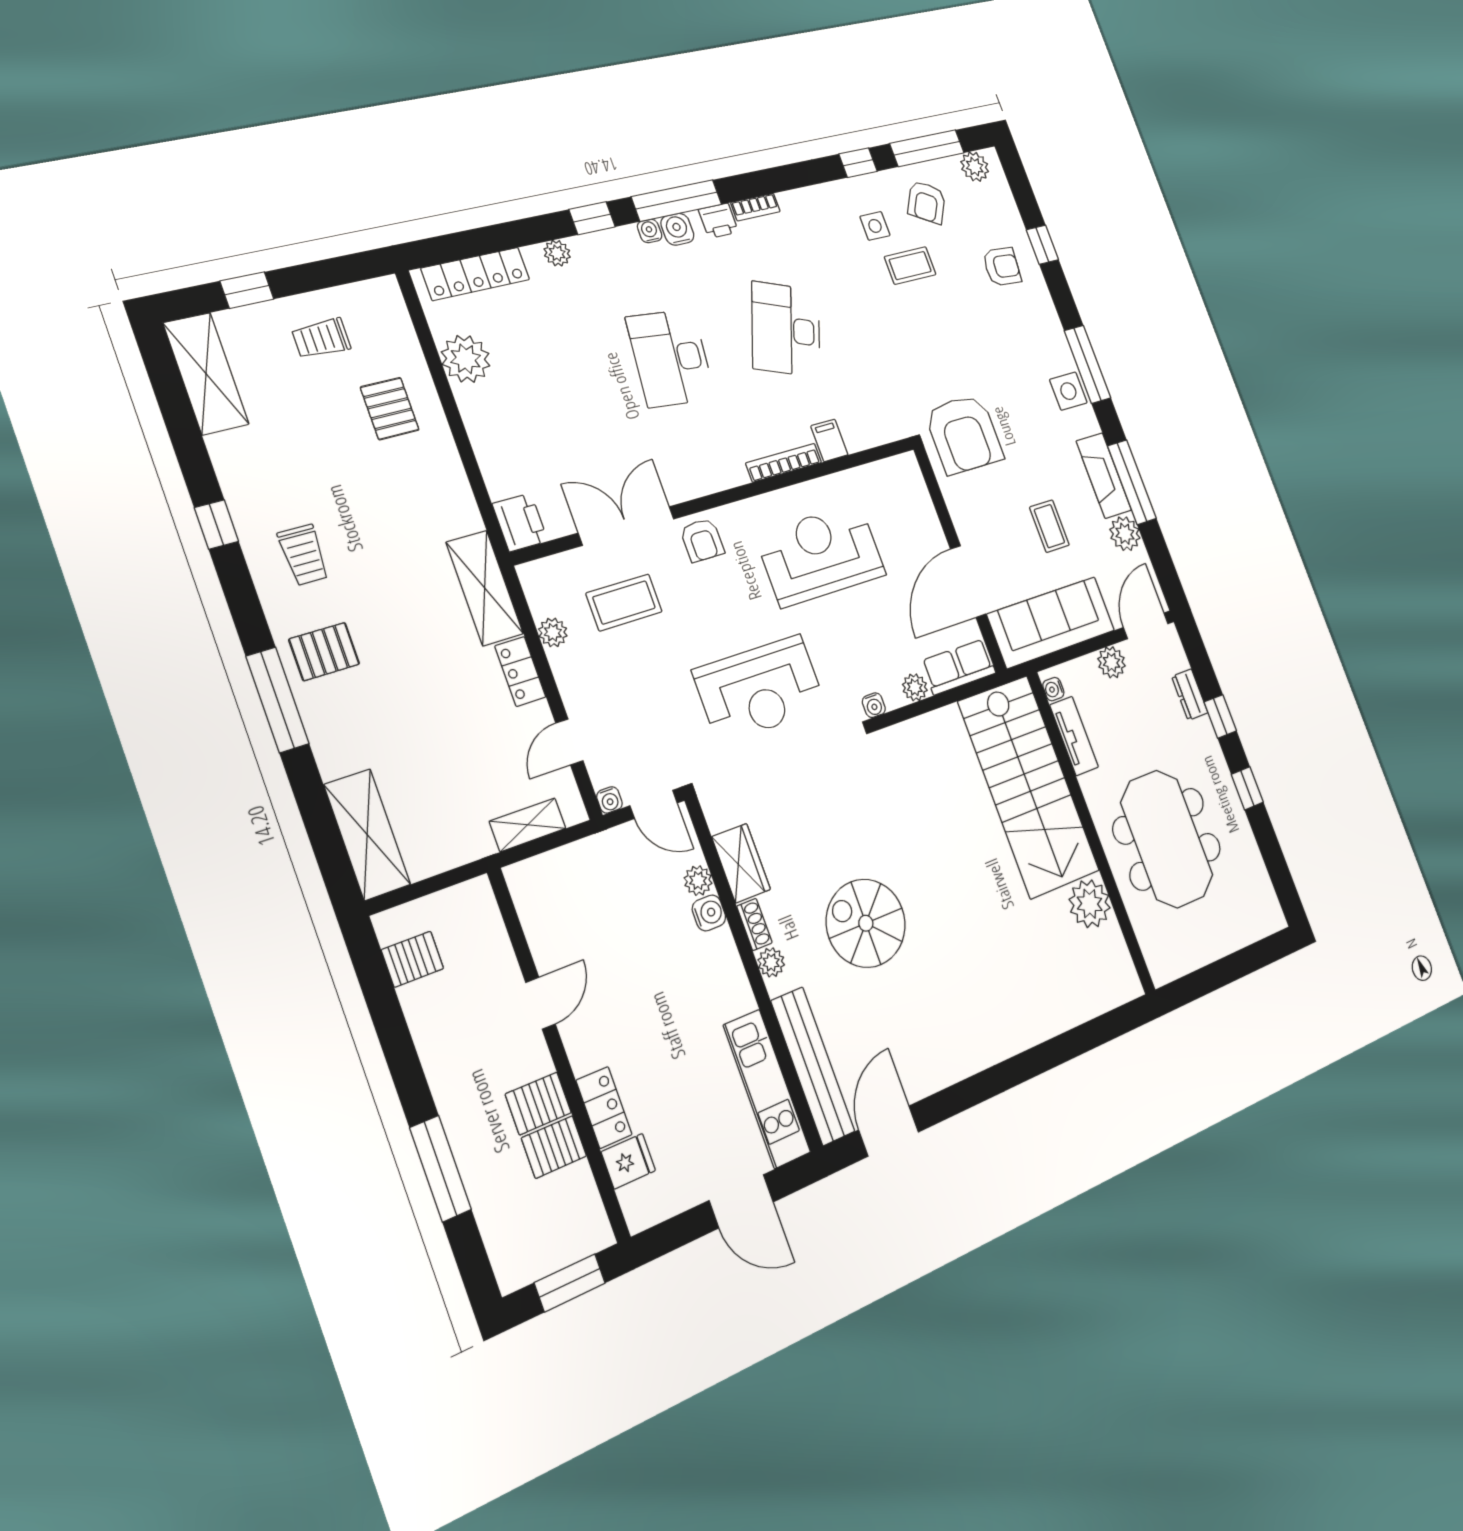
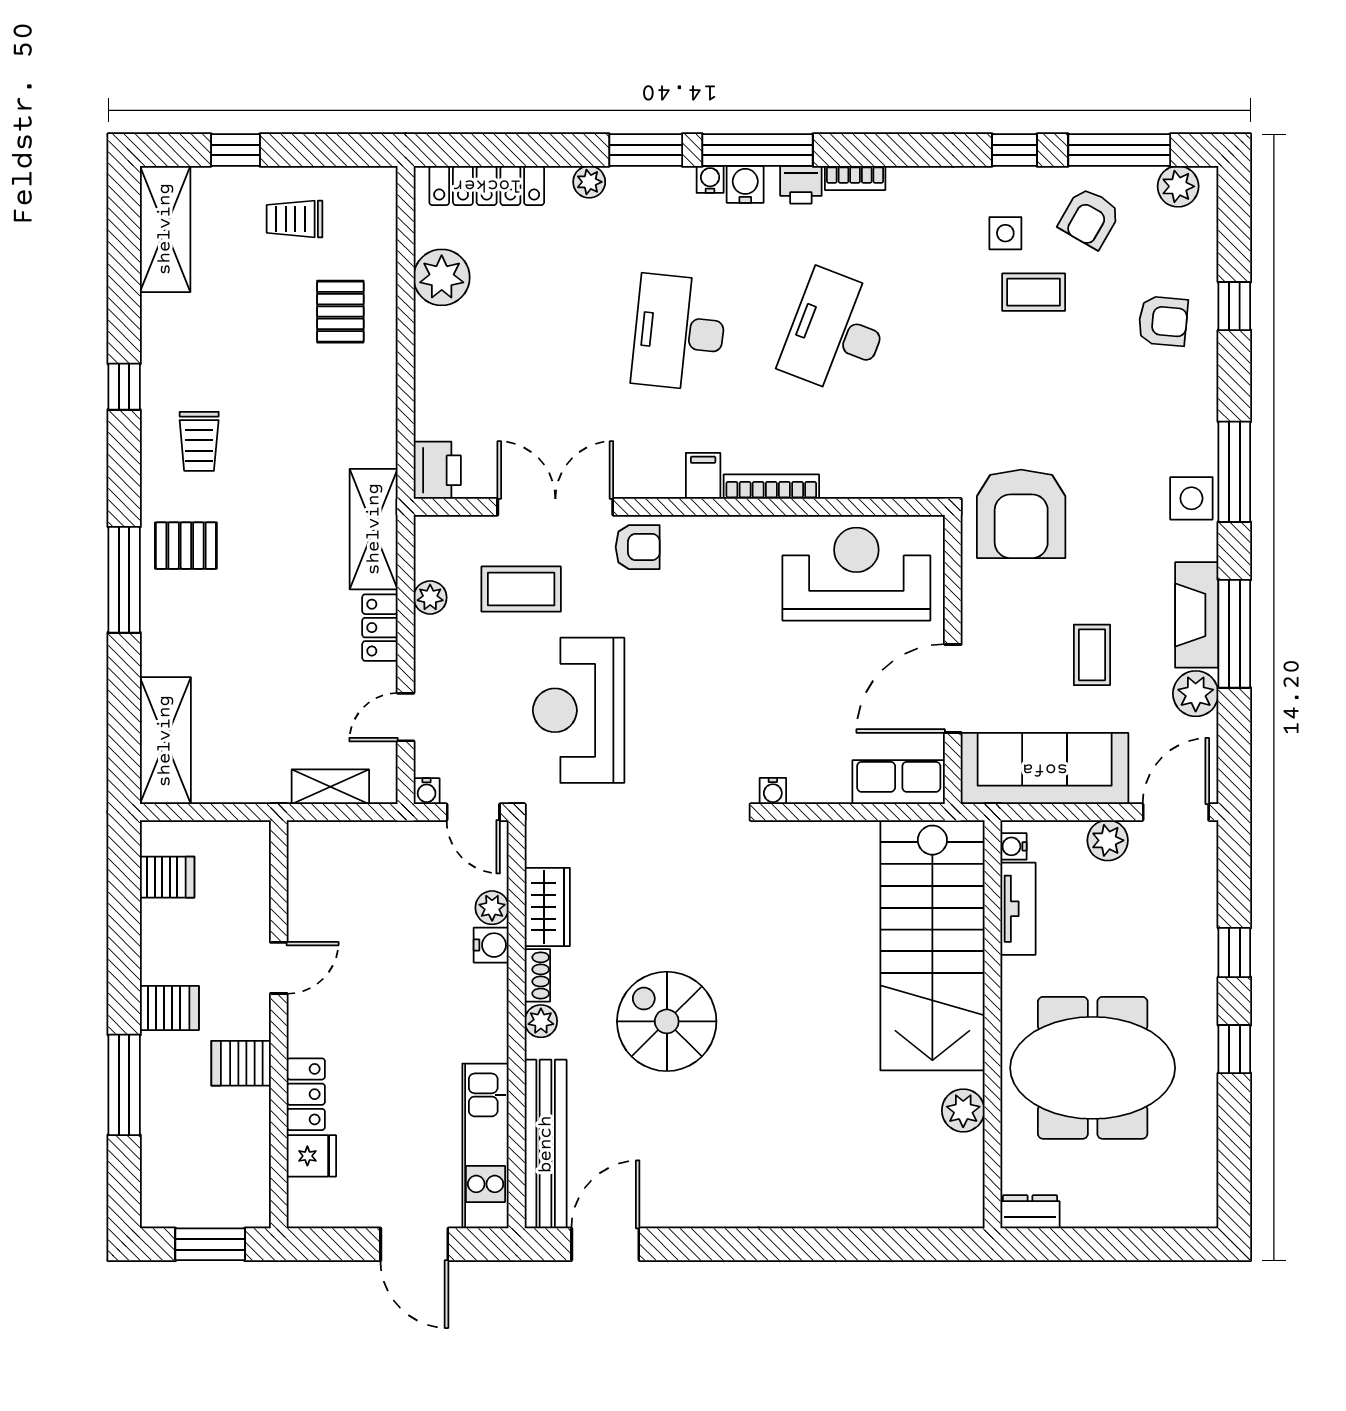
window: (592, 218) -> (646, 150), width x1.50
filing cabinet: (829, 440) -> (703, 476), moved
armchair: (702, 540) -> (638, 547), turned -90
reception desk: (821, 555) -> (856, 574), moved
plant: (915, 687) -> (833, 788), removed
reception desk: (760, 689) -> (579, 710), moved, turned 90
dresser: (1190, 695) -> (1030, 1212), moved, turned 90
meeting table: (1167, 839) -> (1093, 1068), turned 90
plant: (1090, 904) -> (963, 1110), width x0.73, depth x0.73
server rack: (554, 1147) -> (169, 1008), moved, turned 180

